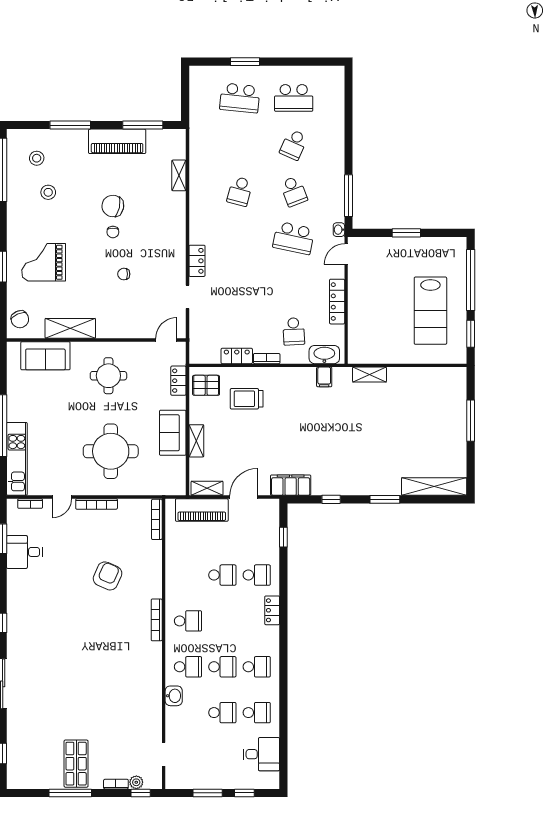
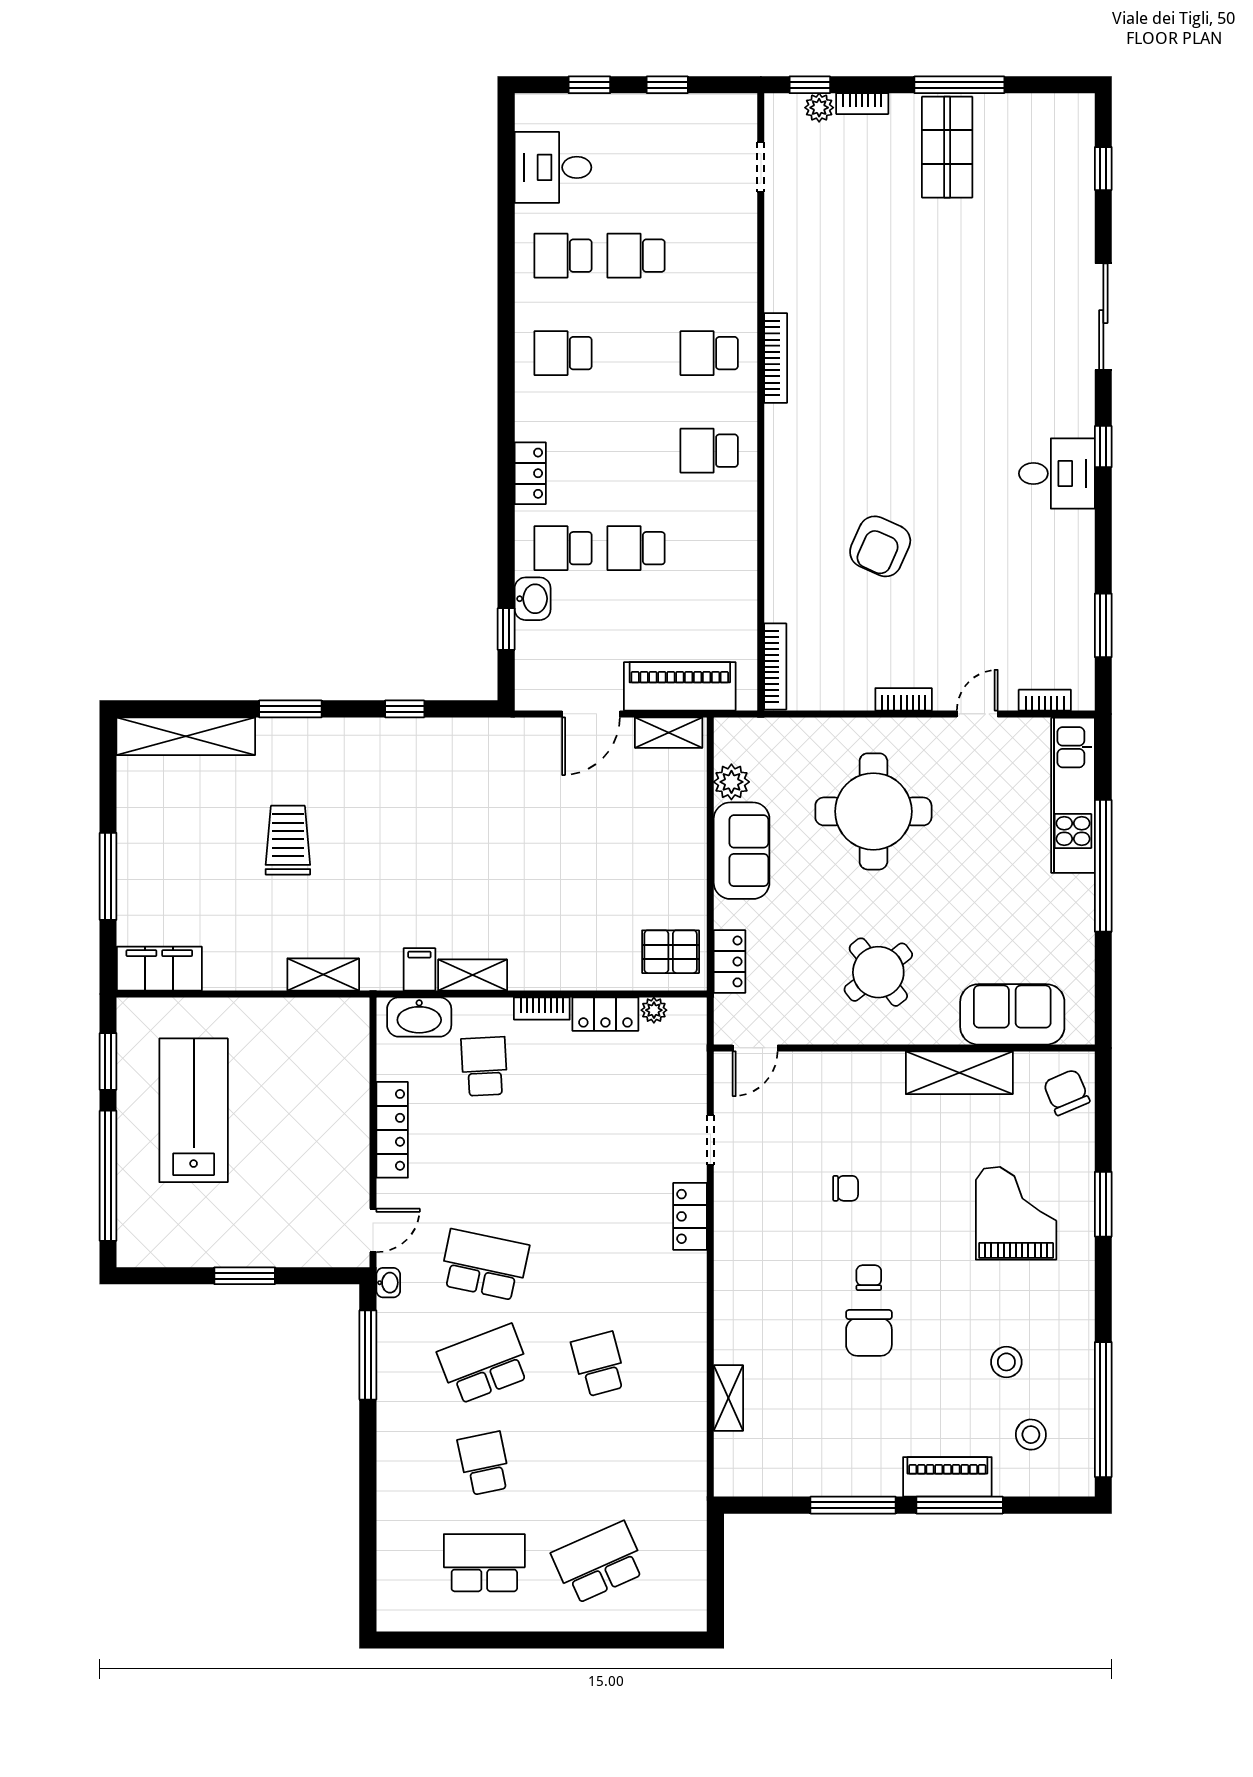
window: (245, 62) -> (588, 1640), removed
school desk: (240, 98) -> (599, 1563), turned -30
window: (143, 125) -> (853, 1505), moved
piano: (117, 141) -> (947, 1477), moved, width x0.73, depth x0.75
school desk: (294, 145) -> (484, 1463), turned -36
school desk: (240, 191) -> (599, 1364), turned -30
school desk: (294, 191) -> (484, 1364), width x1.85
chair: (113, 206) -> (869, 1333), turned 78
grand piano: (44, 262) -> (1016, 1213), turned -90
plant: (214, 358) -> (654, 1010), added
round table: (108, 376) -> (878, 972), turned -38
trolley: (247, 399) -> (288, 840), moved, turned -90
shelving: (196, 441) -> (473, 975), moved, turned 90
plant: (177, 465) -> (731, 782), added
filing cabinet: (291, 485) -> (159, 969), moved, turned 180
bookcase: (97, 504) -> (904, 699), width x0.64
desk: (24, 552) -> (1057, 473), moved
bookcase: (157, 620) -> (776, 358), moved
school desk: (222, 667) -> (636, 353), removed
washbasin: (174, 696) -> (533, 599), moved, turned 180
window: (208, 793) -> (667, 85), width x0.67

